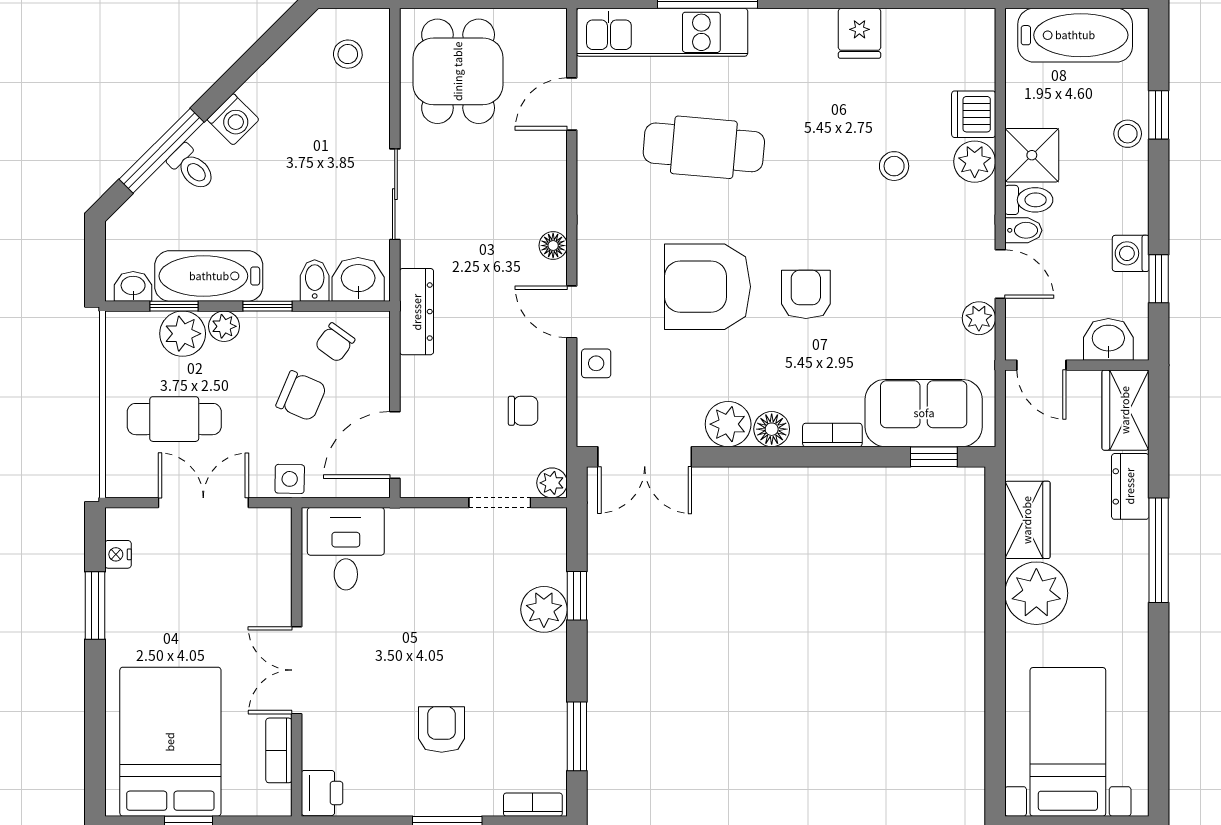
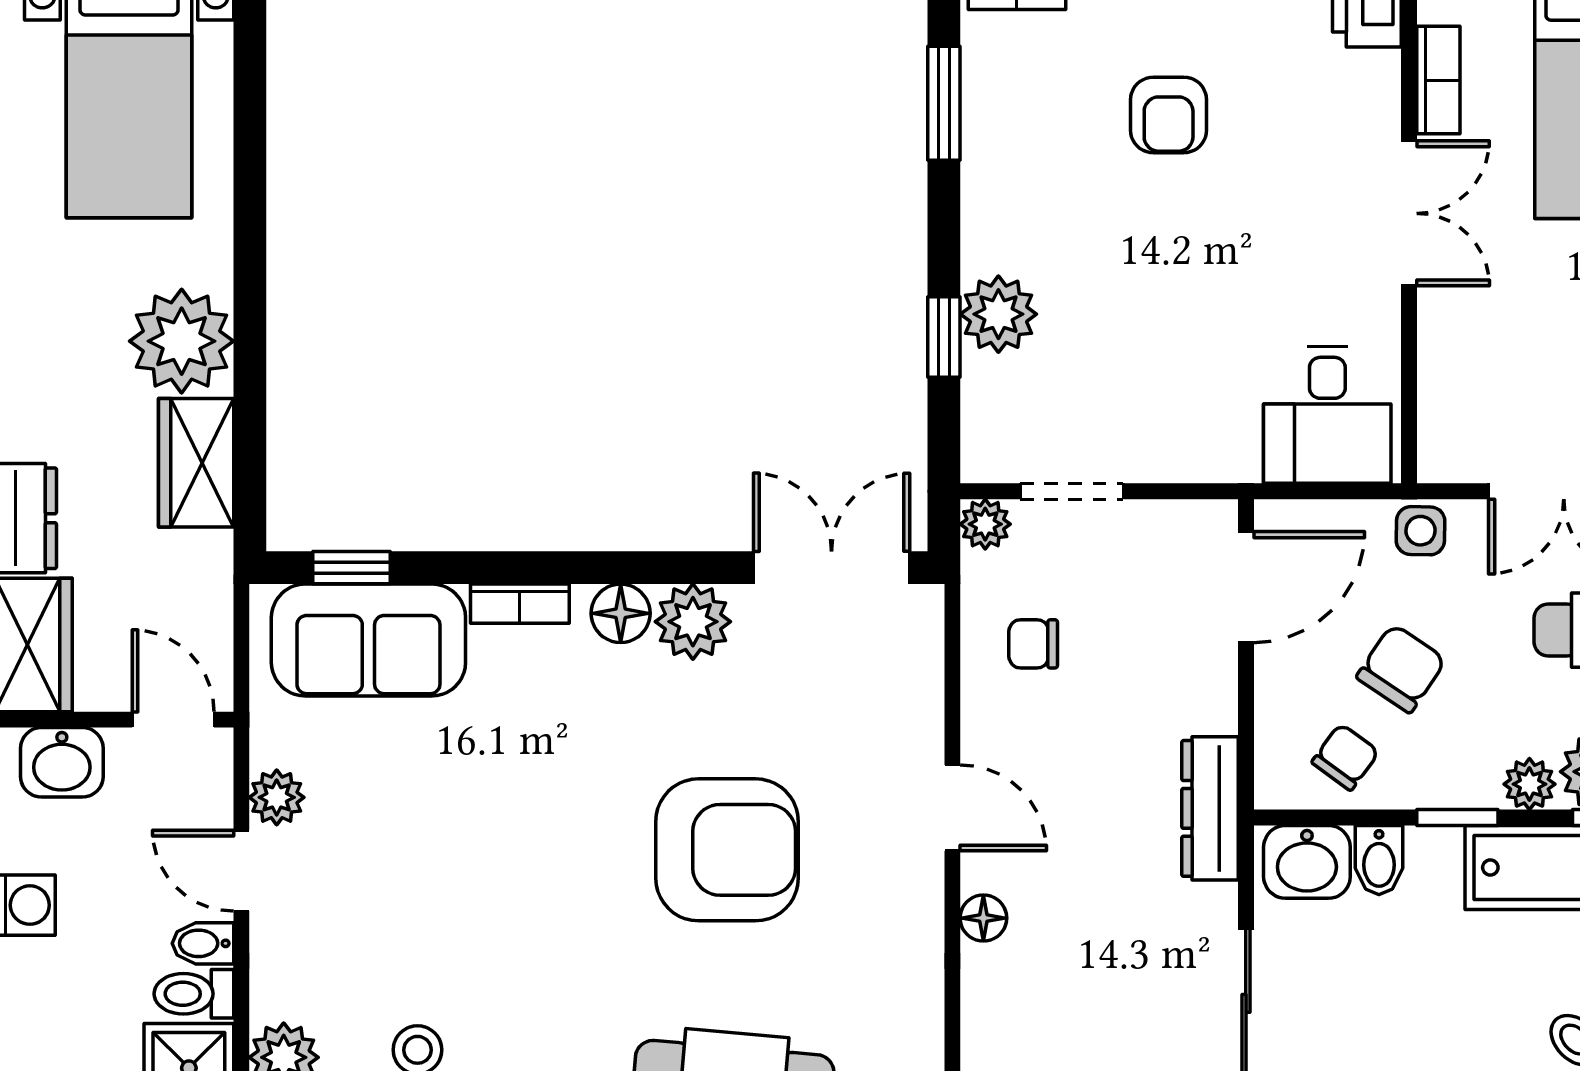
armchair: (806, 294) -> (564, 837), removed
side table: (596, 363) -> (912, 722), removed
chair: (301, 396) -> (1401, 668), turned 101

